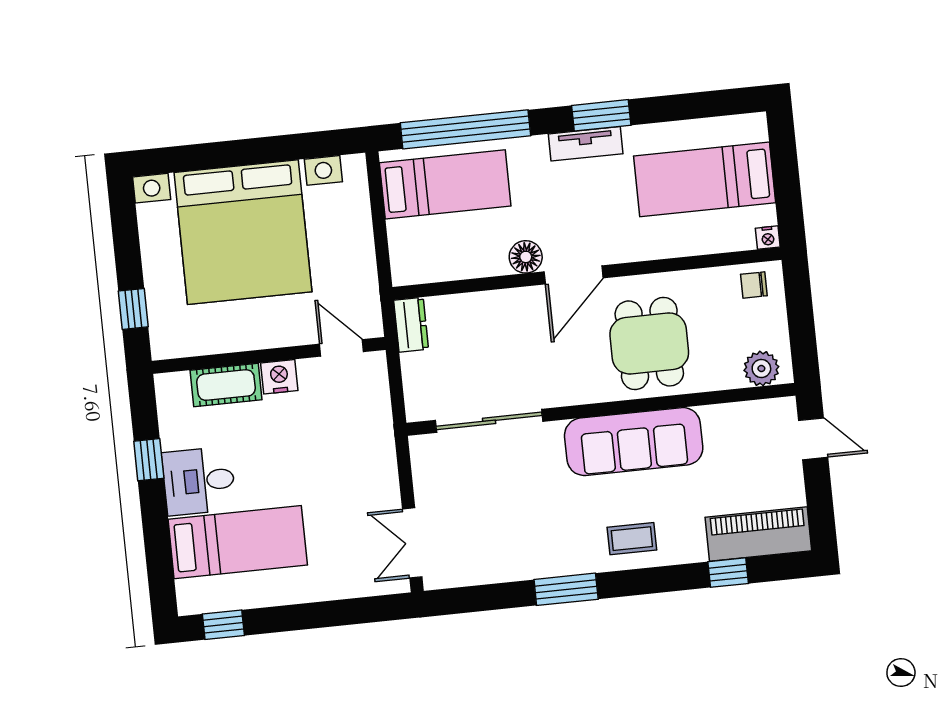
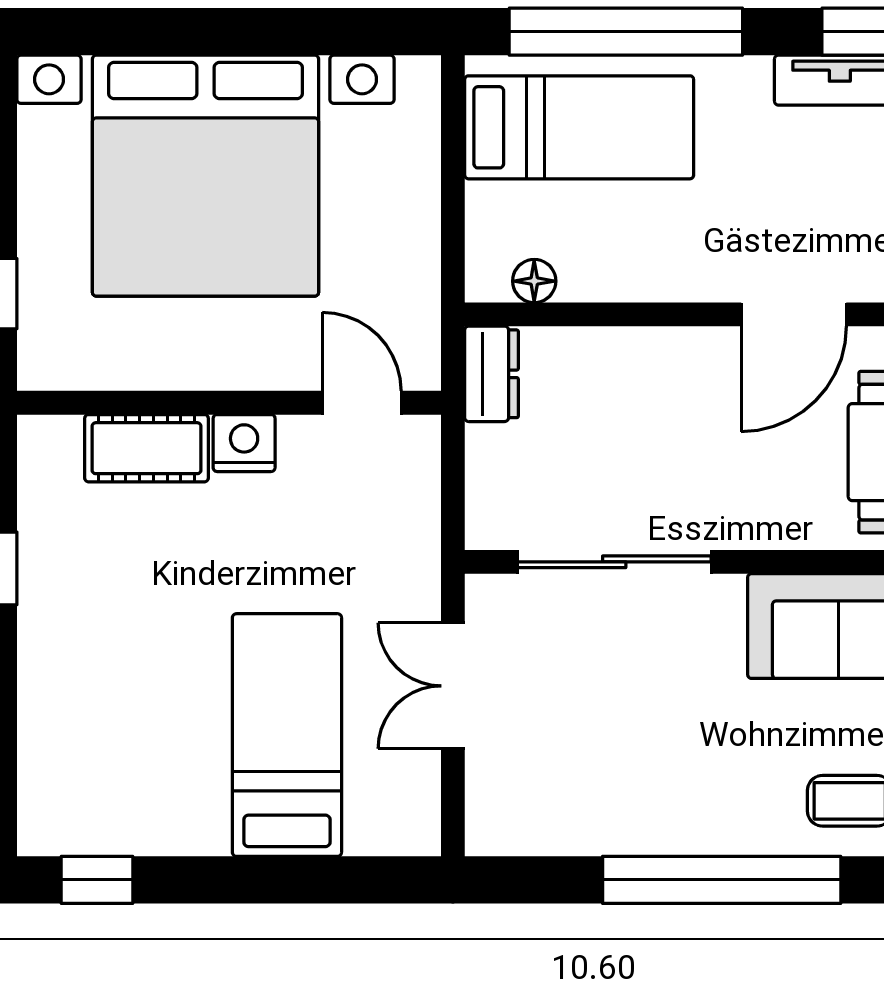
floor lamp: (526, 257) -> (534, 281), moved, width x0.73, depth x0.73
desk: (199, 481) -> (80, 616), removed
bed: (238, 542) -> (287, 735), moved, turned -90
double door: (412, 543) -> (453, 686), moved
window: (566, 589) -> (722, 880), width x2.11

